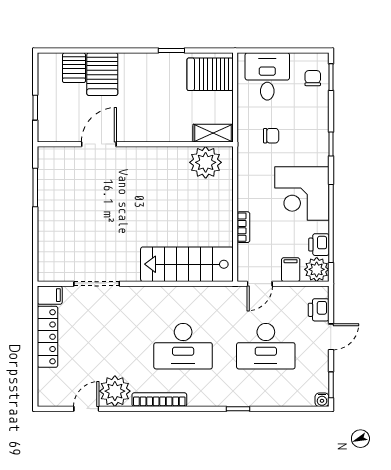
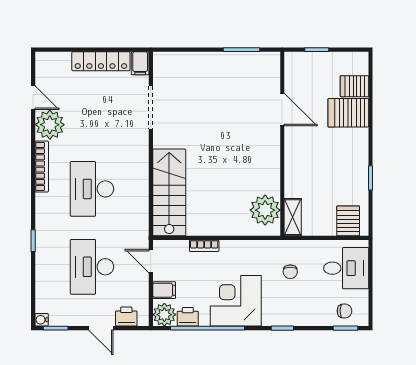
server rack: (210, 74) -> (348, 221), width x0.73, depth x0.70

